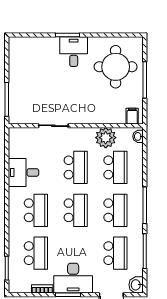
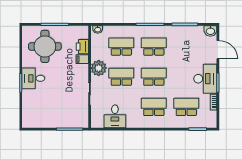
printer: (116, 116) -> (82, 47), added
filing cabinet: (132, 116) -> (82, 59), moved
plant: (106, 138) -> (99, 68), moved
desk: (23, 172) -> (115, 116), moved
school desk: (115, 253) -> (186, 47), removed

